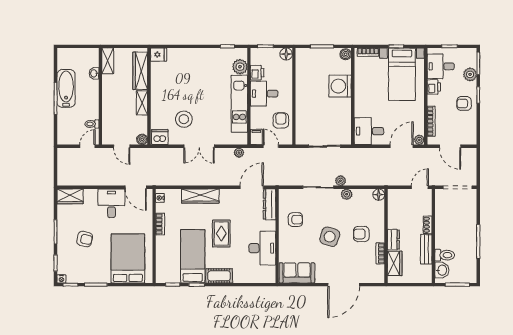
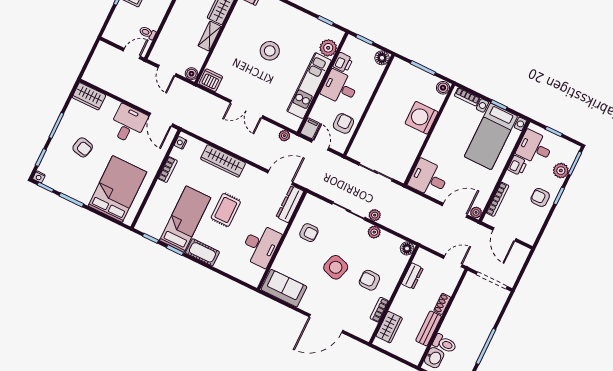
stool: (184, 119) -> (270, 51), moved
dresser: (393, 240) -> (412, 276), moved

